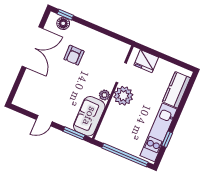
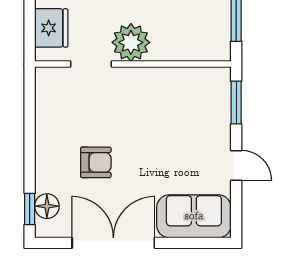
plant: (104, 95) -> (144, 77), removed
sofa: (89, 116) -> (194, 216), moved, turned 180

